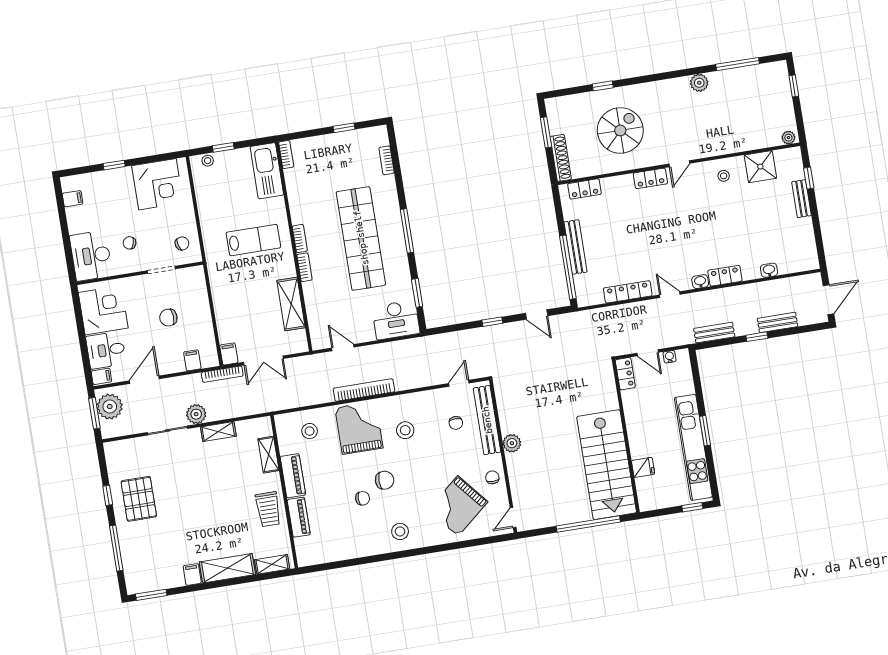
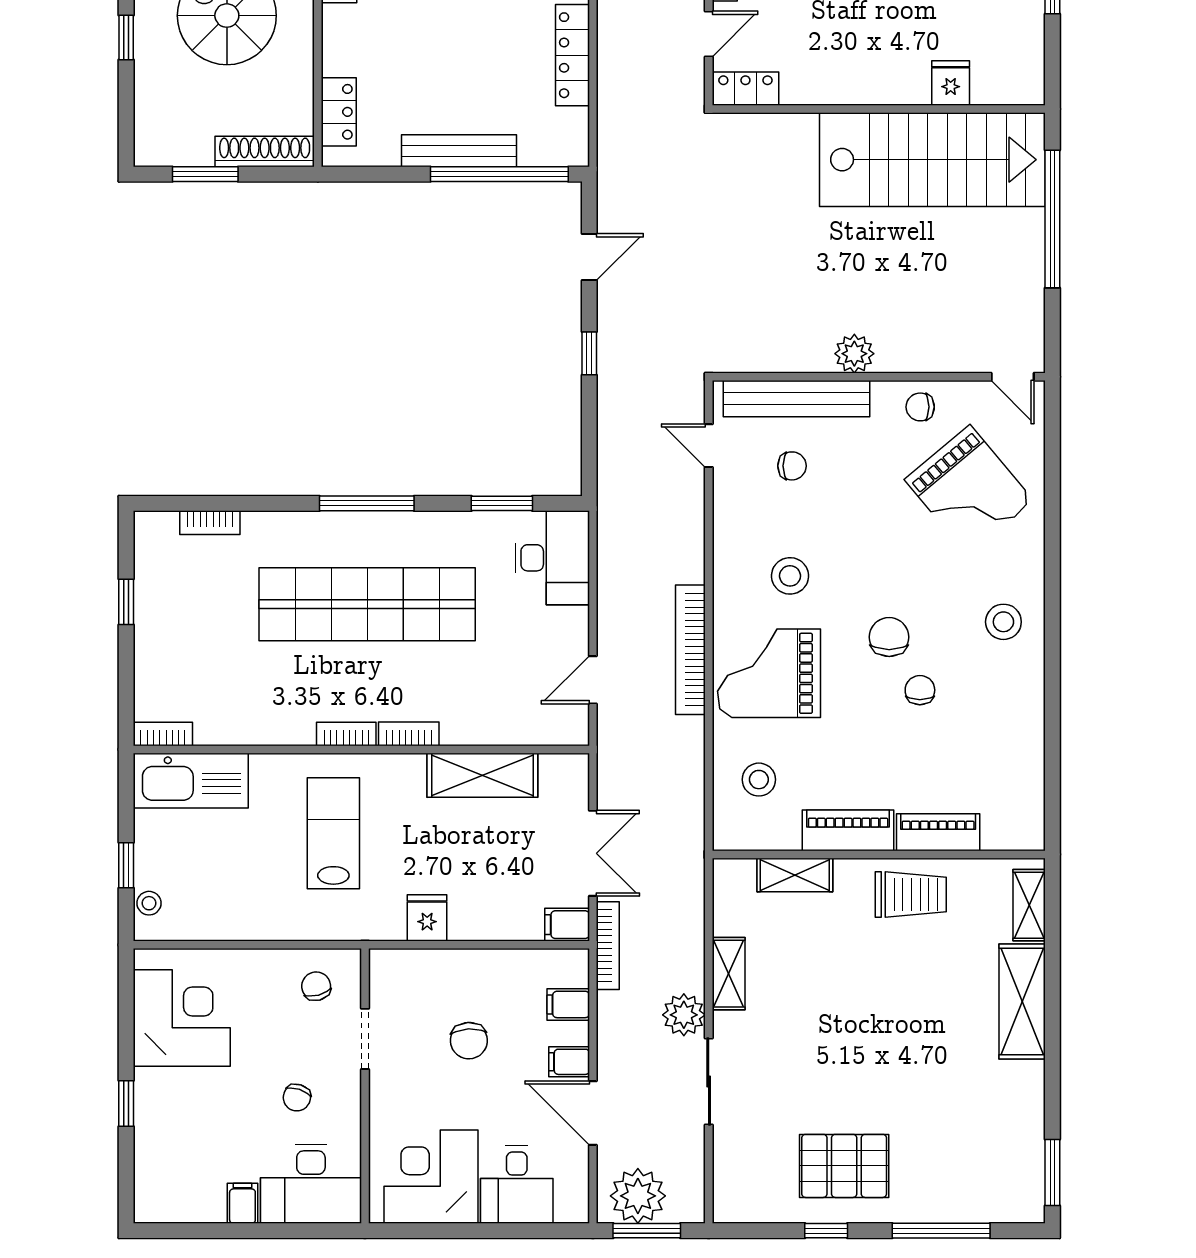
filing cabinet: (73, 199) -> (242, 1203), moved
fridge: (222, 289) -> (427, 918), added
filing cabinet: (101, 376) -> (569, 1062), moved, turned -90
filing cabinet: (192, 575) -> (1023, 1078), removed

